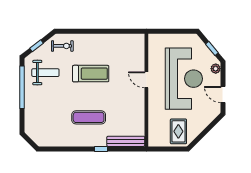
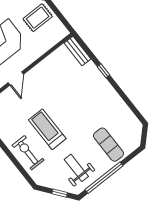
exercise bike: (62, 46) -> (28, 153), moved, width x1.38, depth x1.39
exercise mat: (89, 117) -> (108, 145), moved
bench: (126, 141) -> (77, 51), width x0.73

